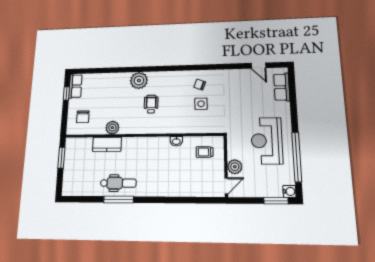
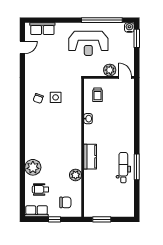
plant: (139, 80) -> (33, 167), moved
window: (66, 93) -> (54, 219), moved
wheelchair: (151, 104) -> (40, 189), moved
kitchen counter: (107, 144) -> (90, 157), moved

